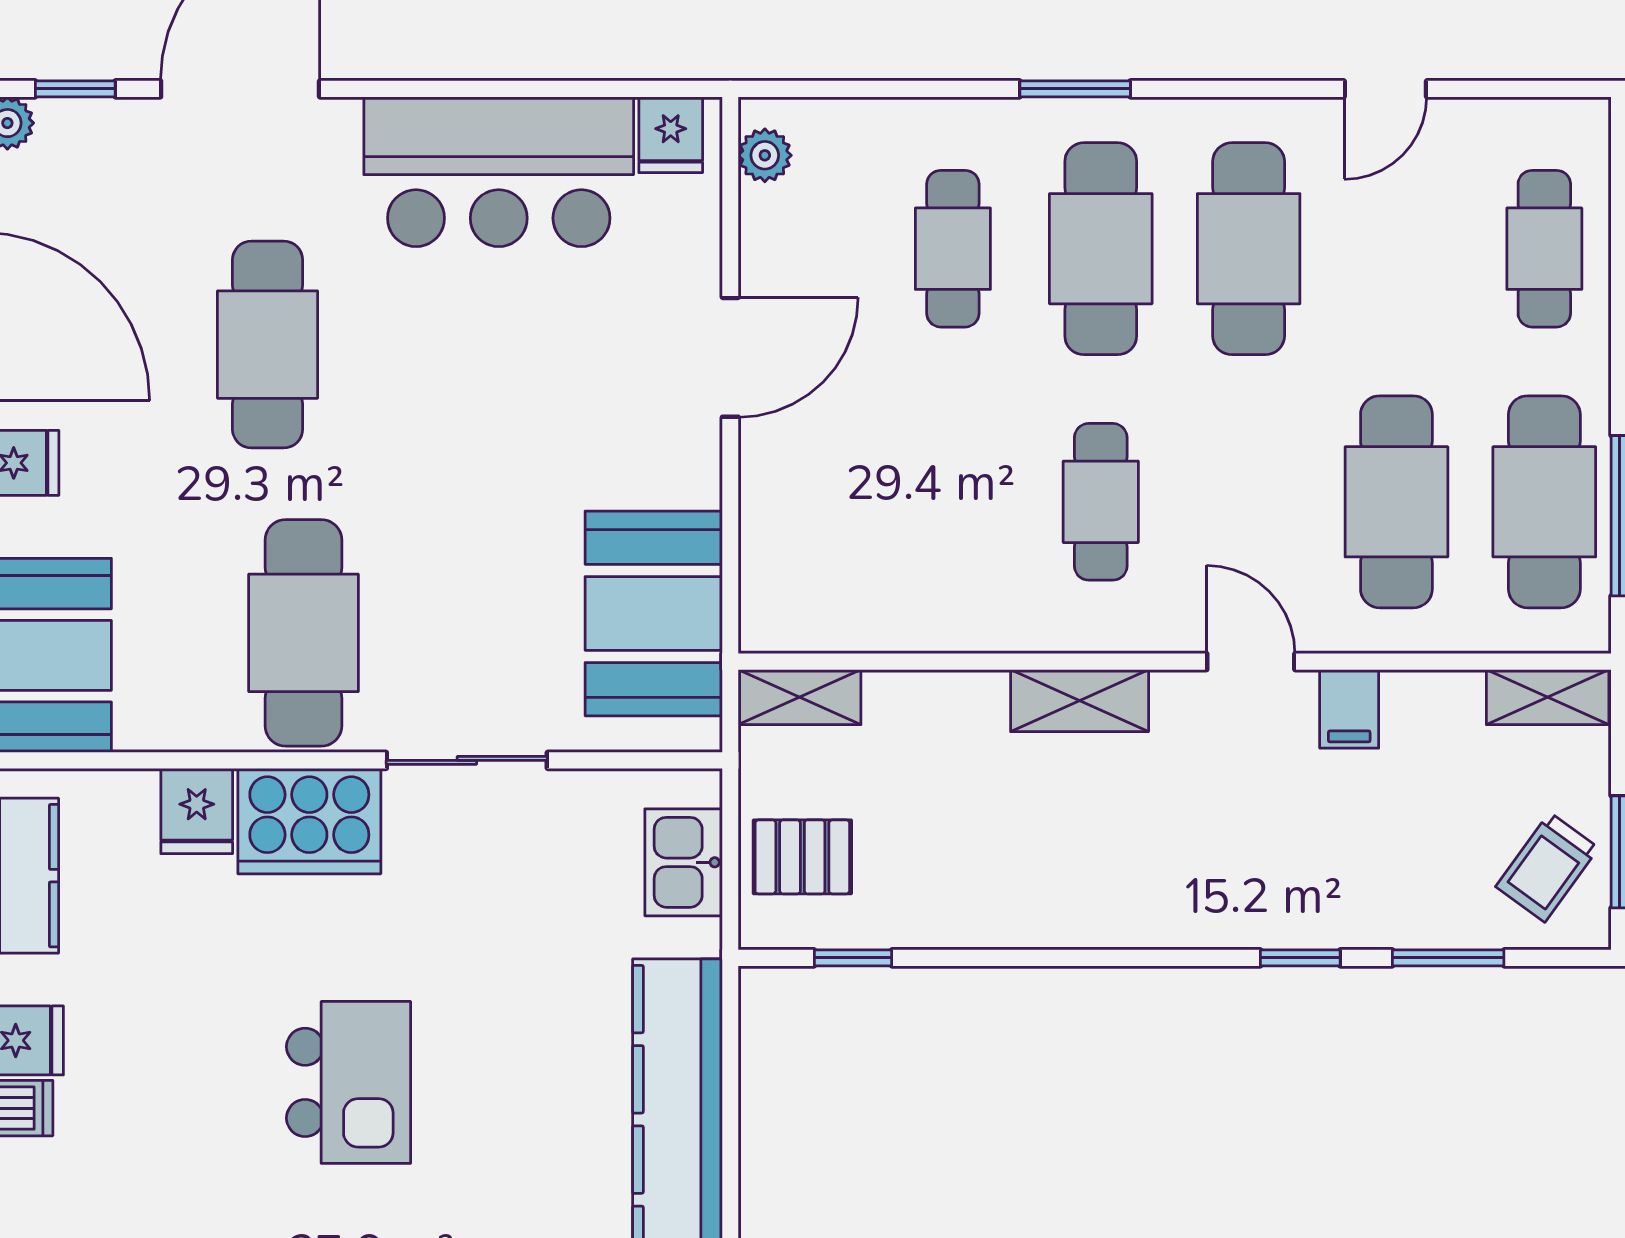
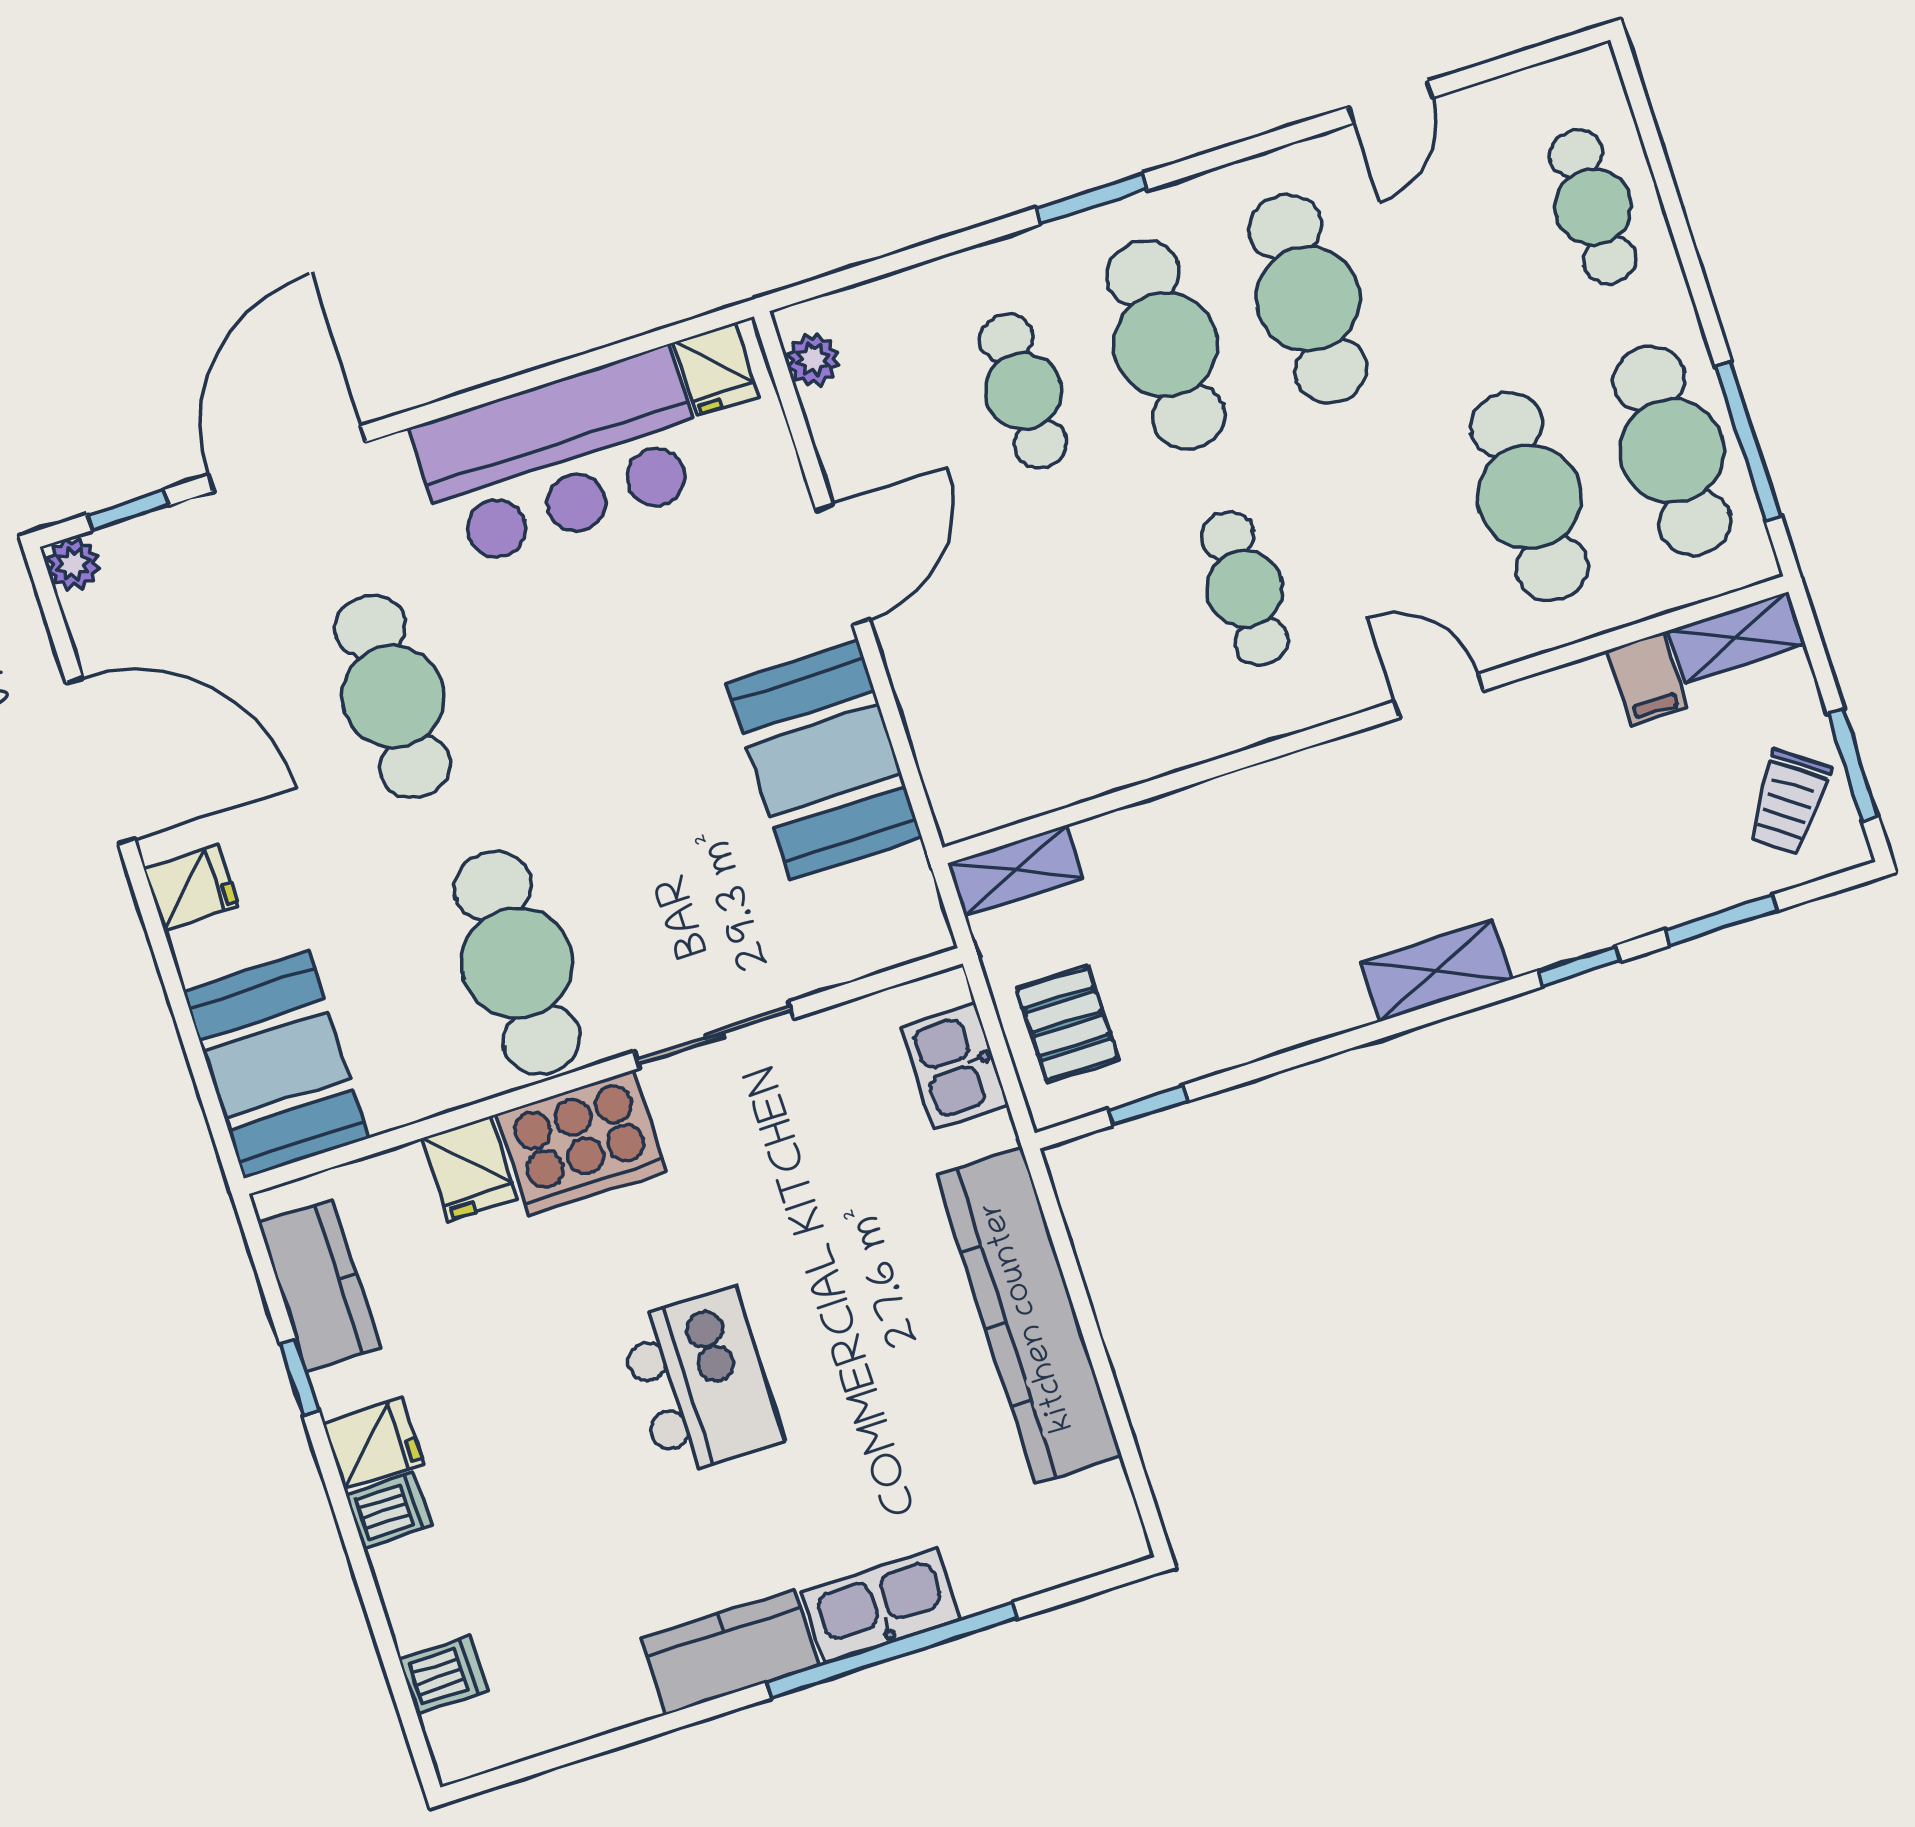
booth: (654, 613) -> (824, 760), moved
shelving: (1080, 701) -> (1436, 971), moved
filing cabinet: (1349, 709) -> (1647, 679), moved
pallet: (802, 857) -> (1067, 1024), turned 90

